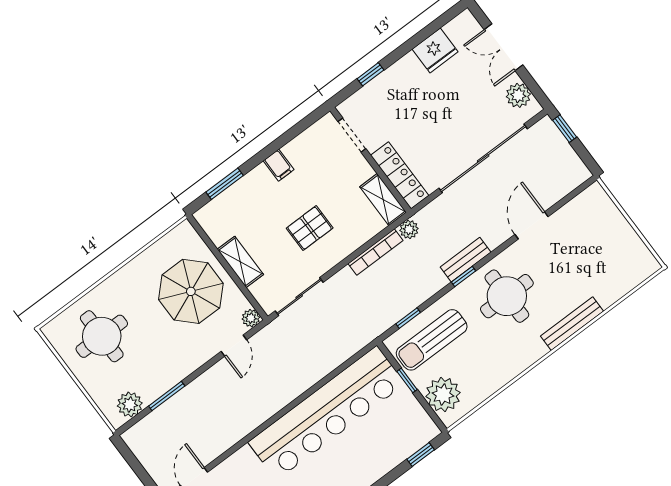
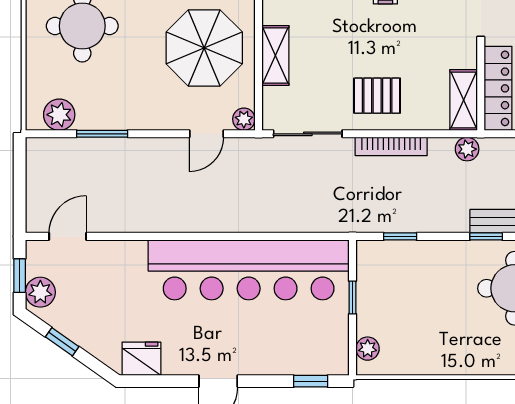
pallet: (310, 228) -> (377, 96), moved
bookcase: (375, 252) -> (391, 146), moved
sun lounger: (432, 340) -> (407, 276), removed
plant: (443, 395) -> (368, 349), width x0.53, depth x0.53

